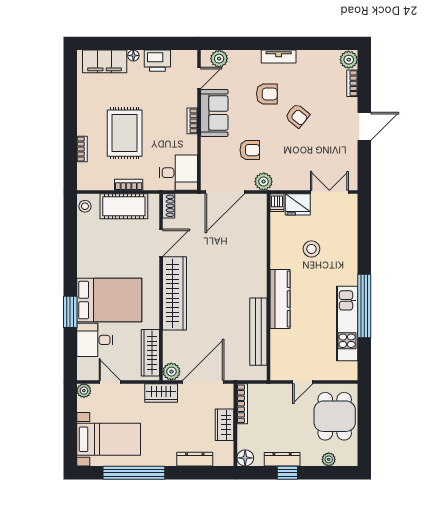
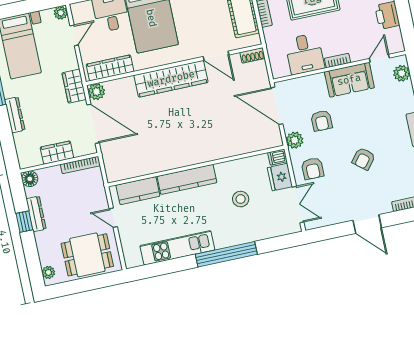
door: (199, 78) -> (379, 58), swing flipped
armchair: (267, 94) -> (313, 169), moved
desk: (178, 173) -> (305, 54), moved
window: (364, 306) -> (226, 254), moved
bench: (258, 332) -> (152, 166), removed
kitchen counter: (281, 351) -> (138, 191), added
dresser: (195, 459) -> (15, 115), moved
plant: (329, 459) -> (48, 272), moved

